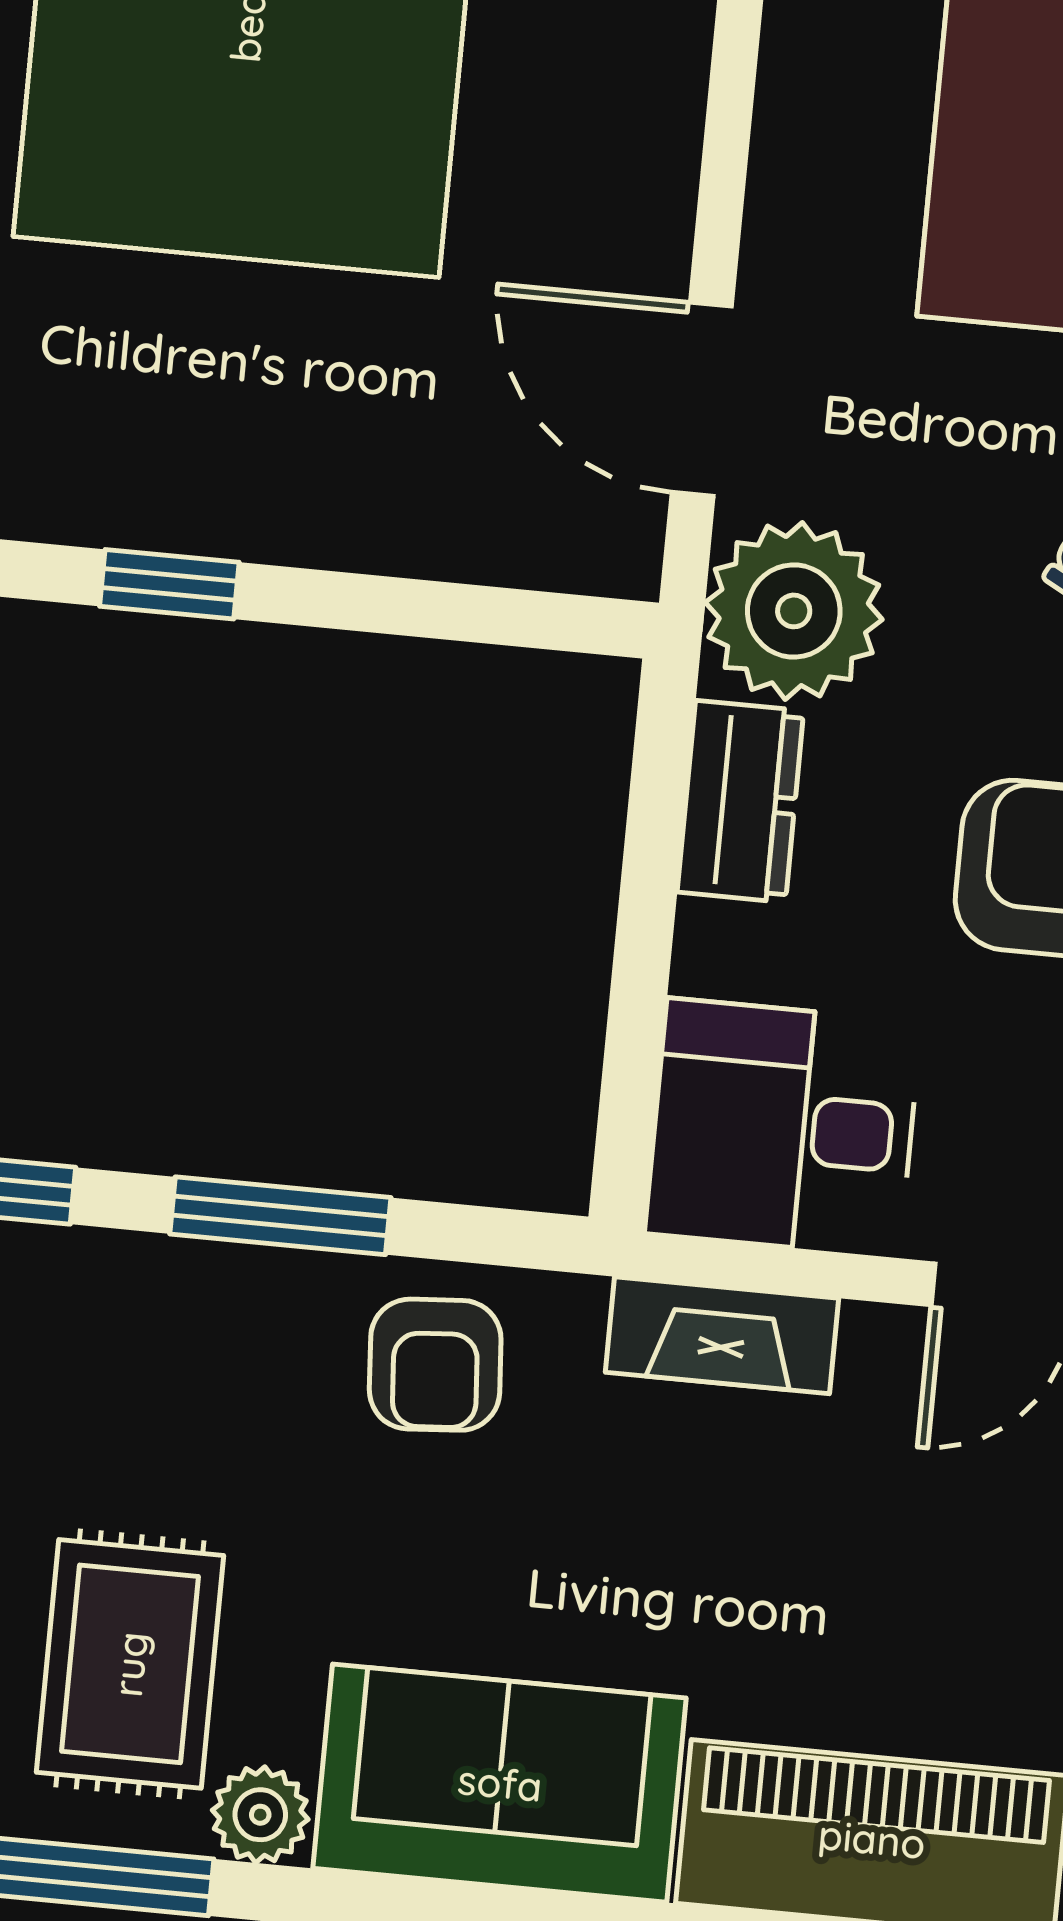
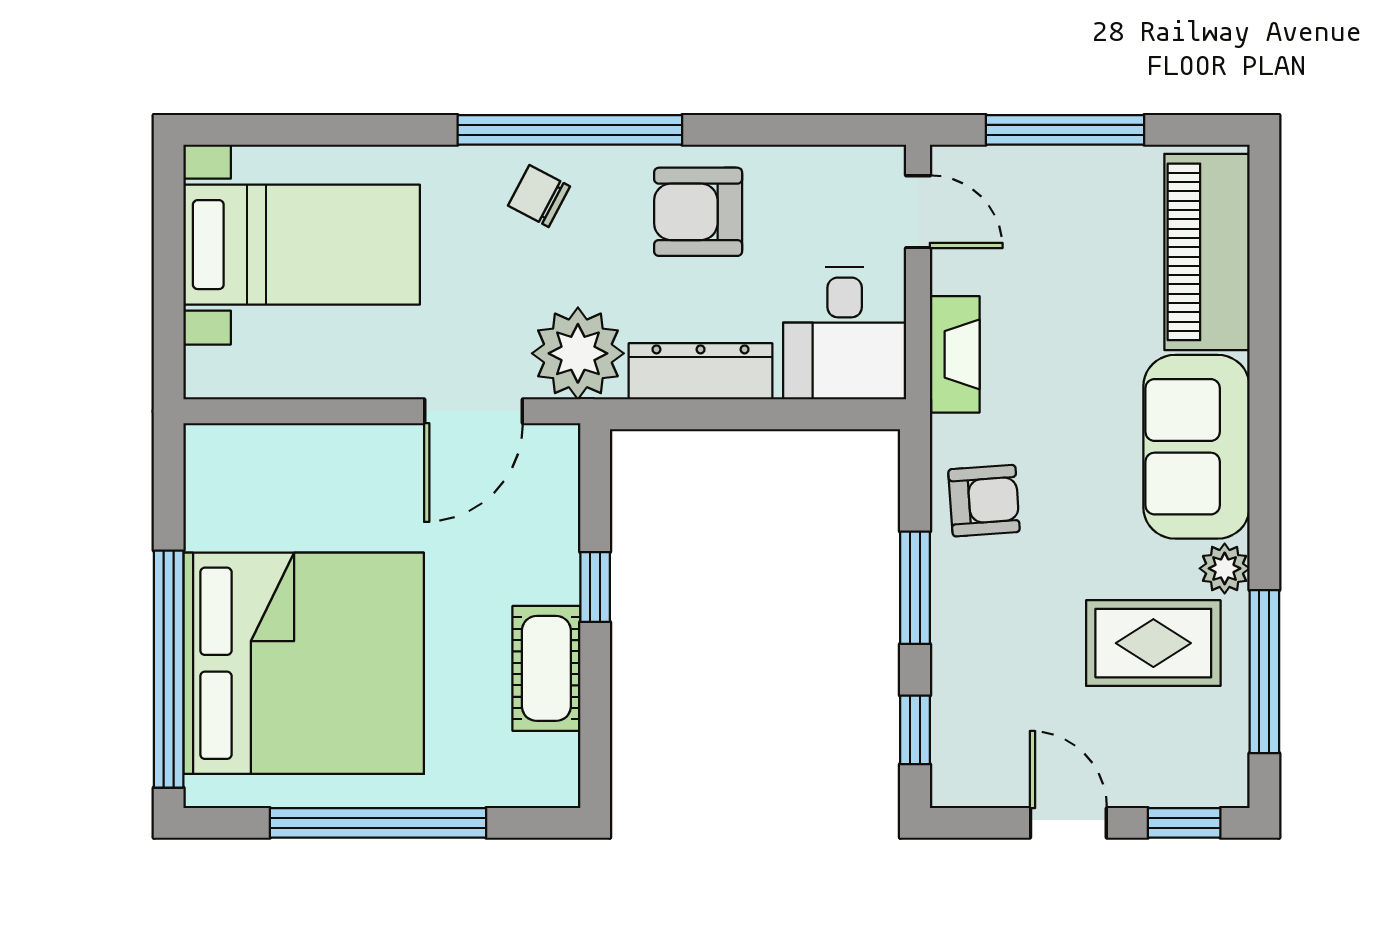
cot: (194, 492) -> (546, 668), added
window: (169, 584) -> (595, 587), moved
dresser: (740, 801) -> (701, 371), width x1.44

